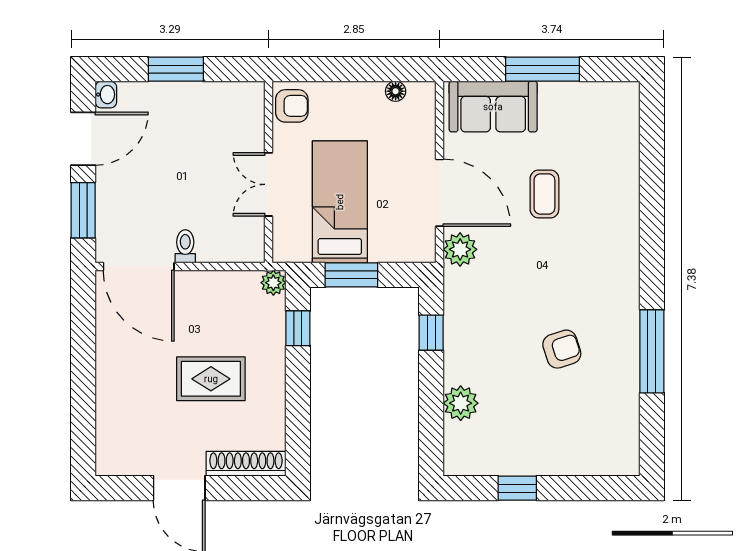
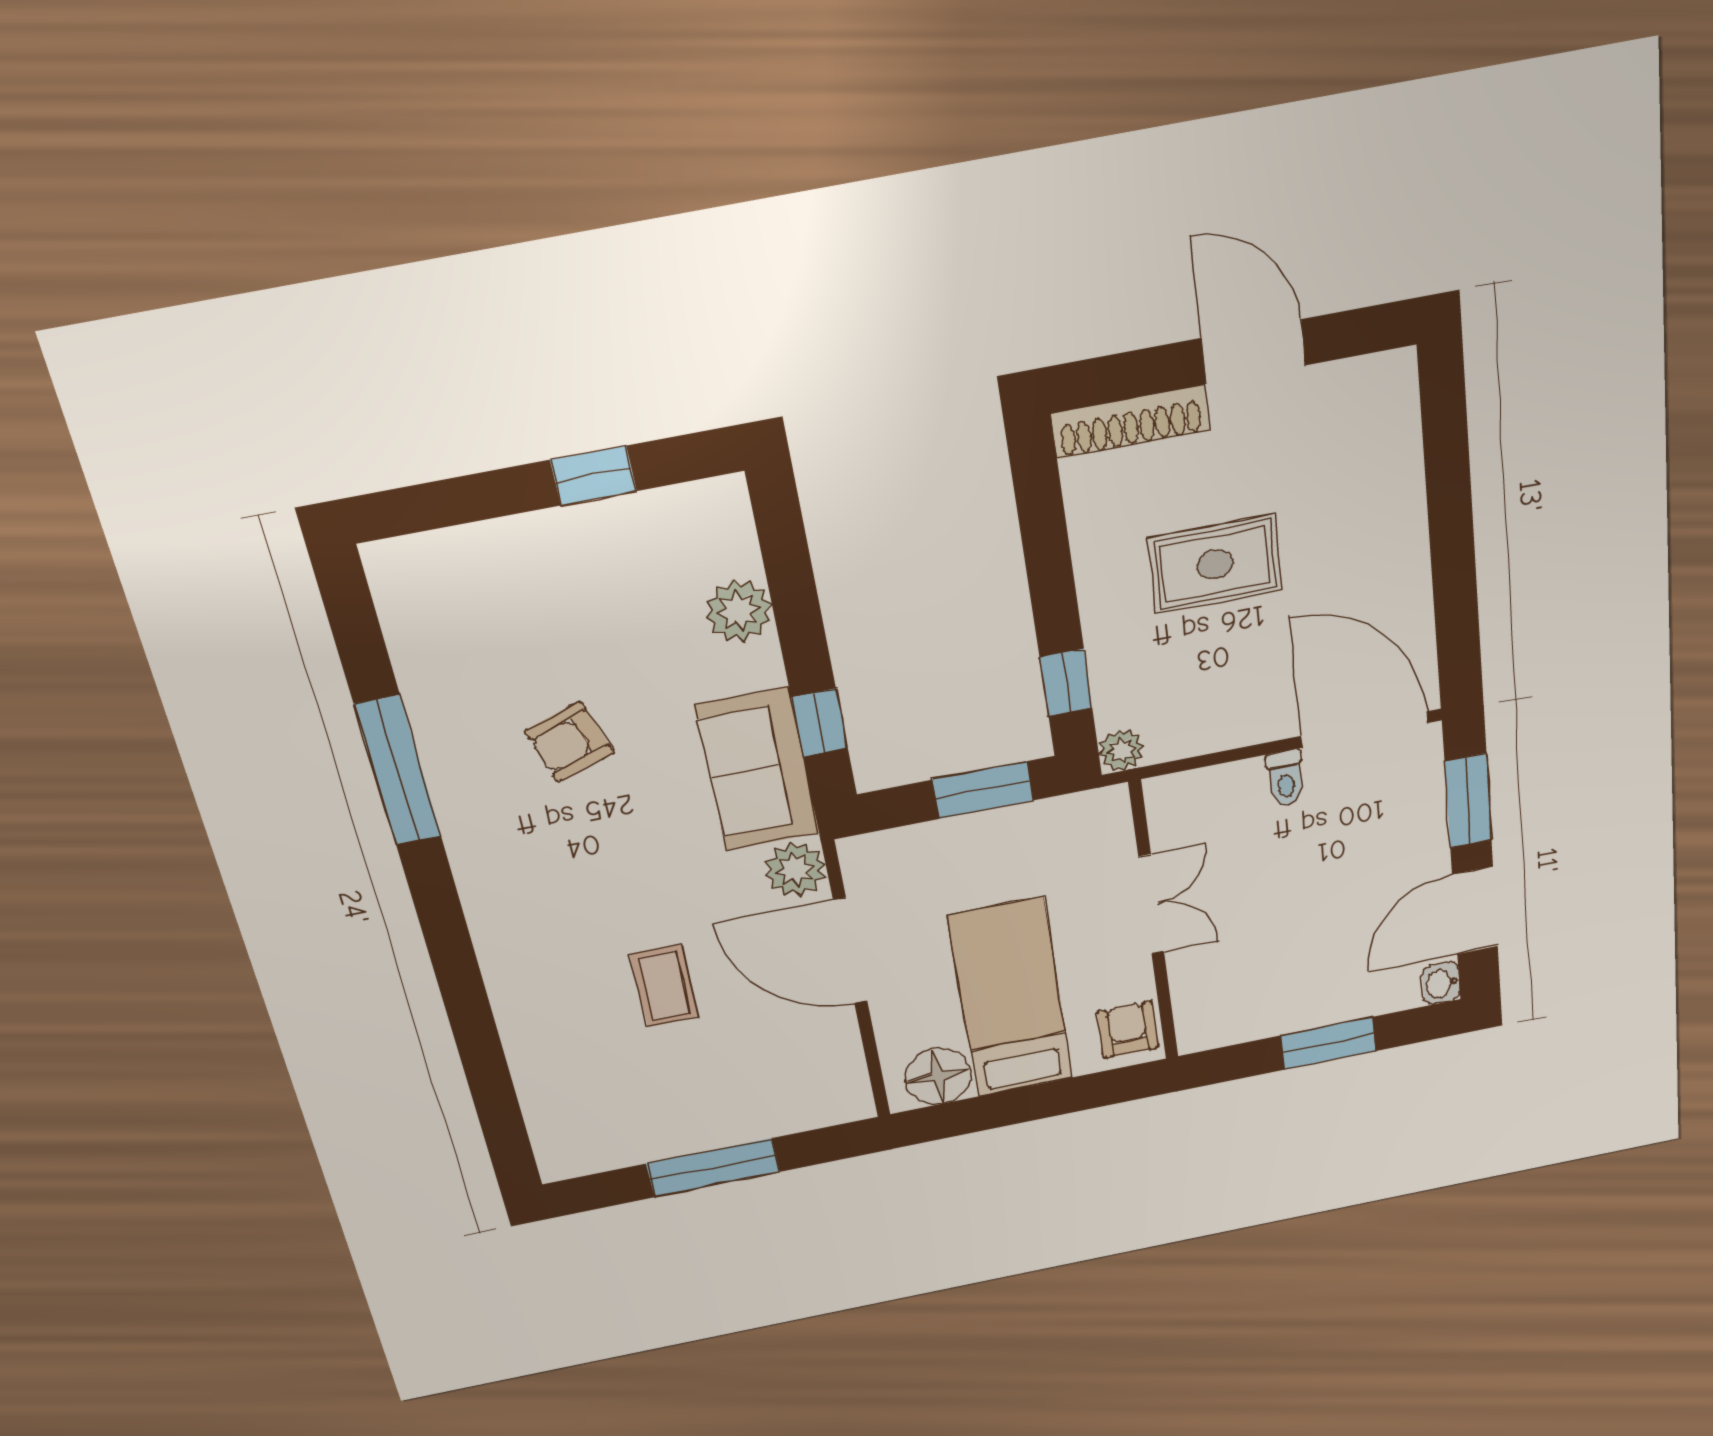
floor lamp: (396, 91) -> (938, 1076), width x1.89, depth x1.89
armchair: (292, 106) -> (1128, 1030), turned 90
sofa: (493, 107) -> (758, 770), moved, turned -90
bed: (340, 202) -> (1011, 998), moved, turned 180

